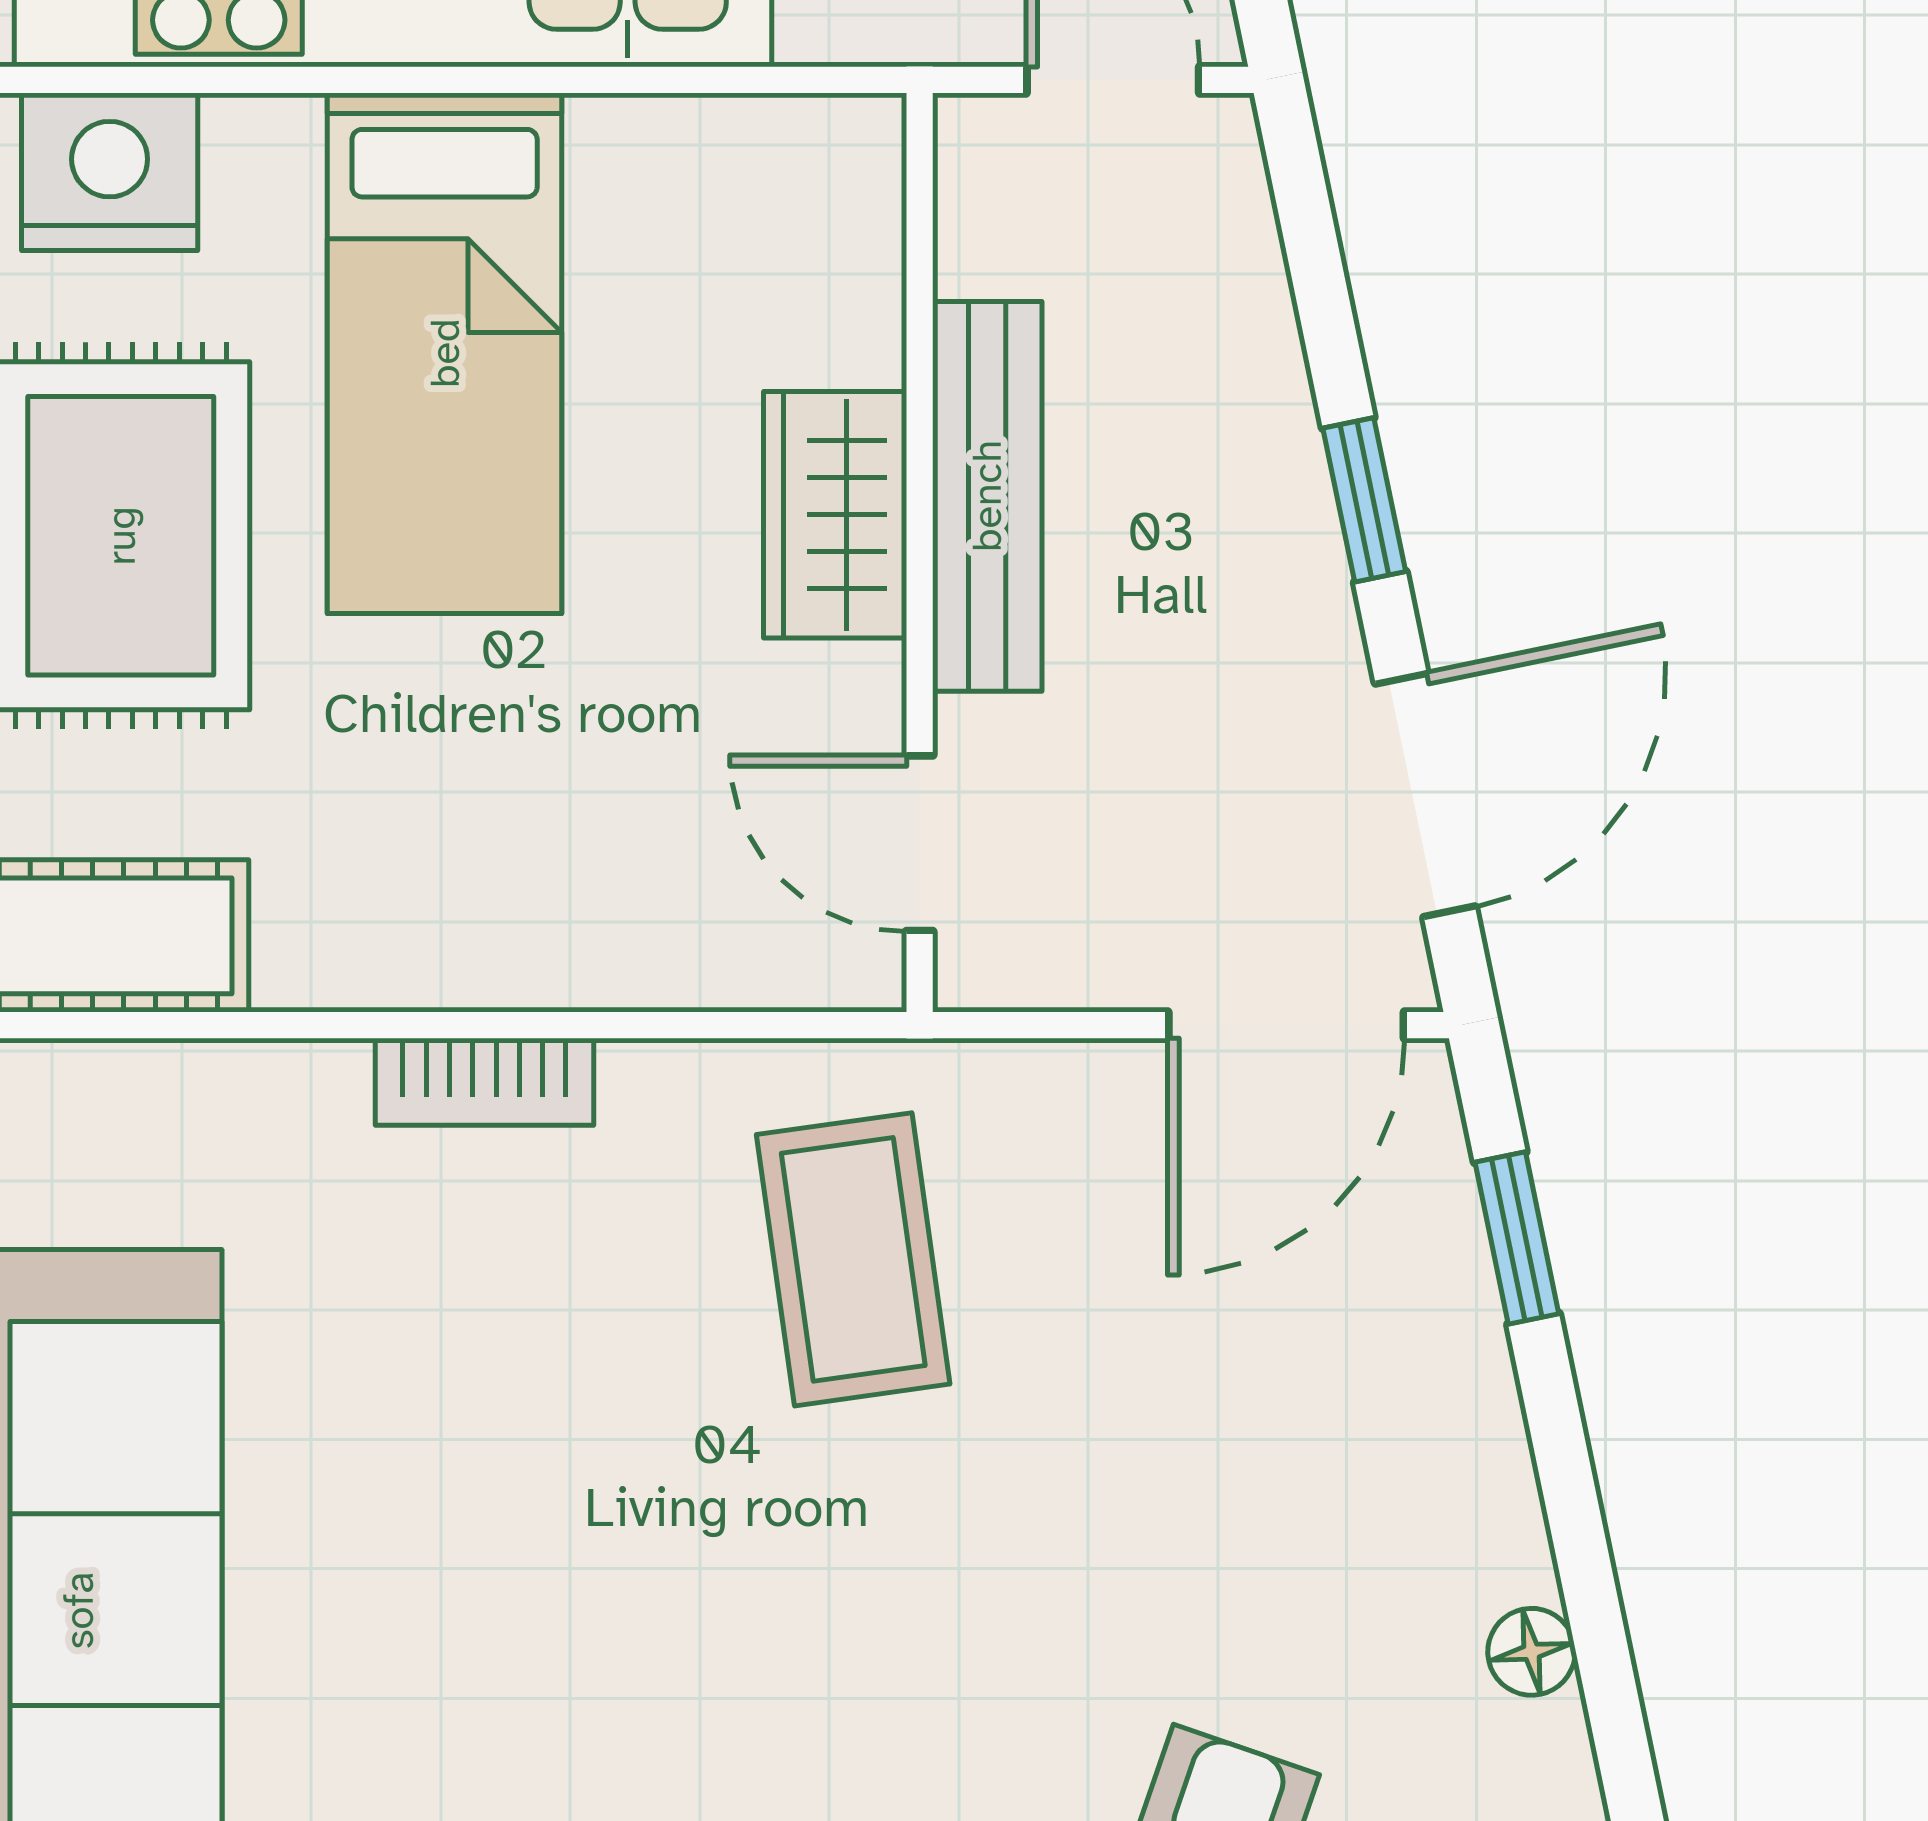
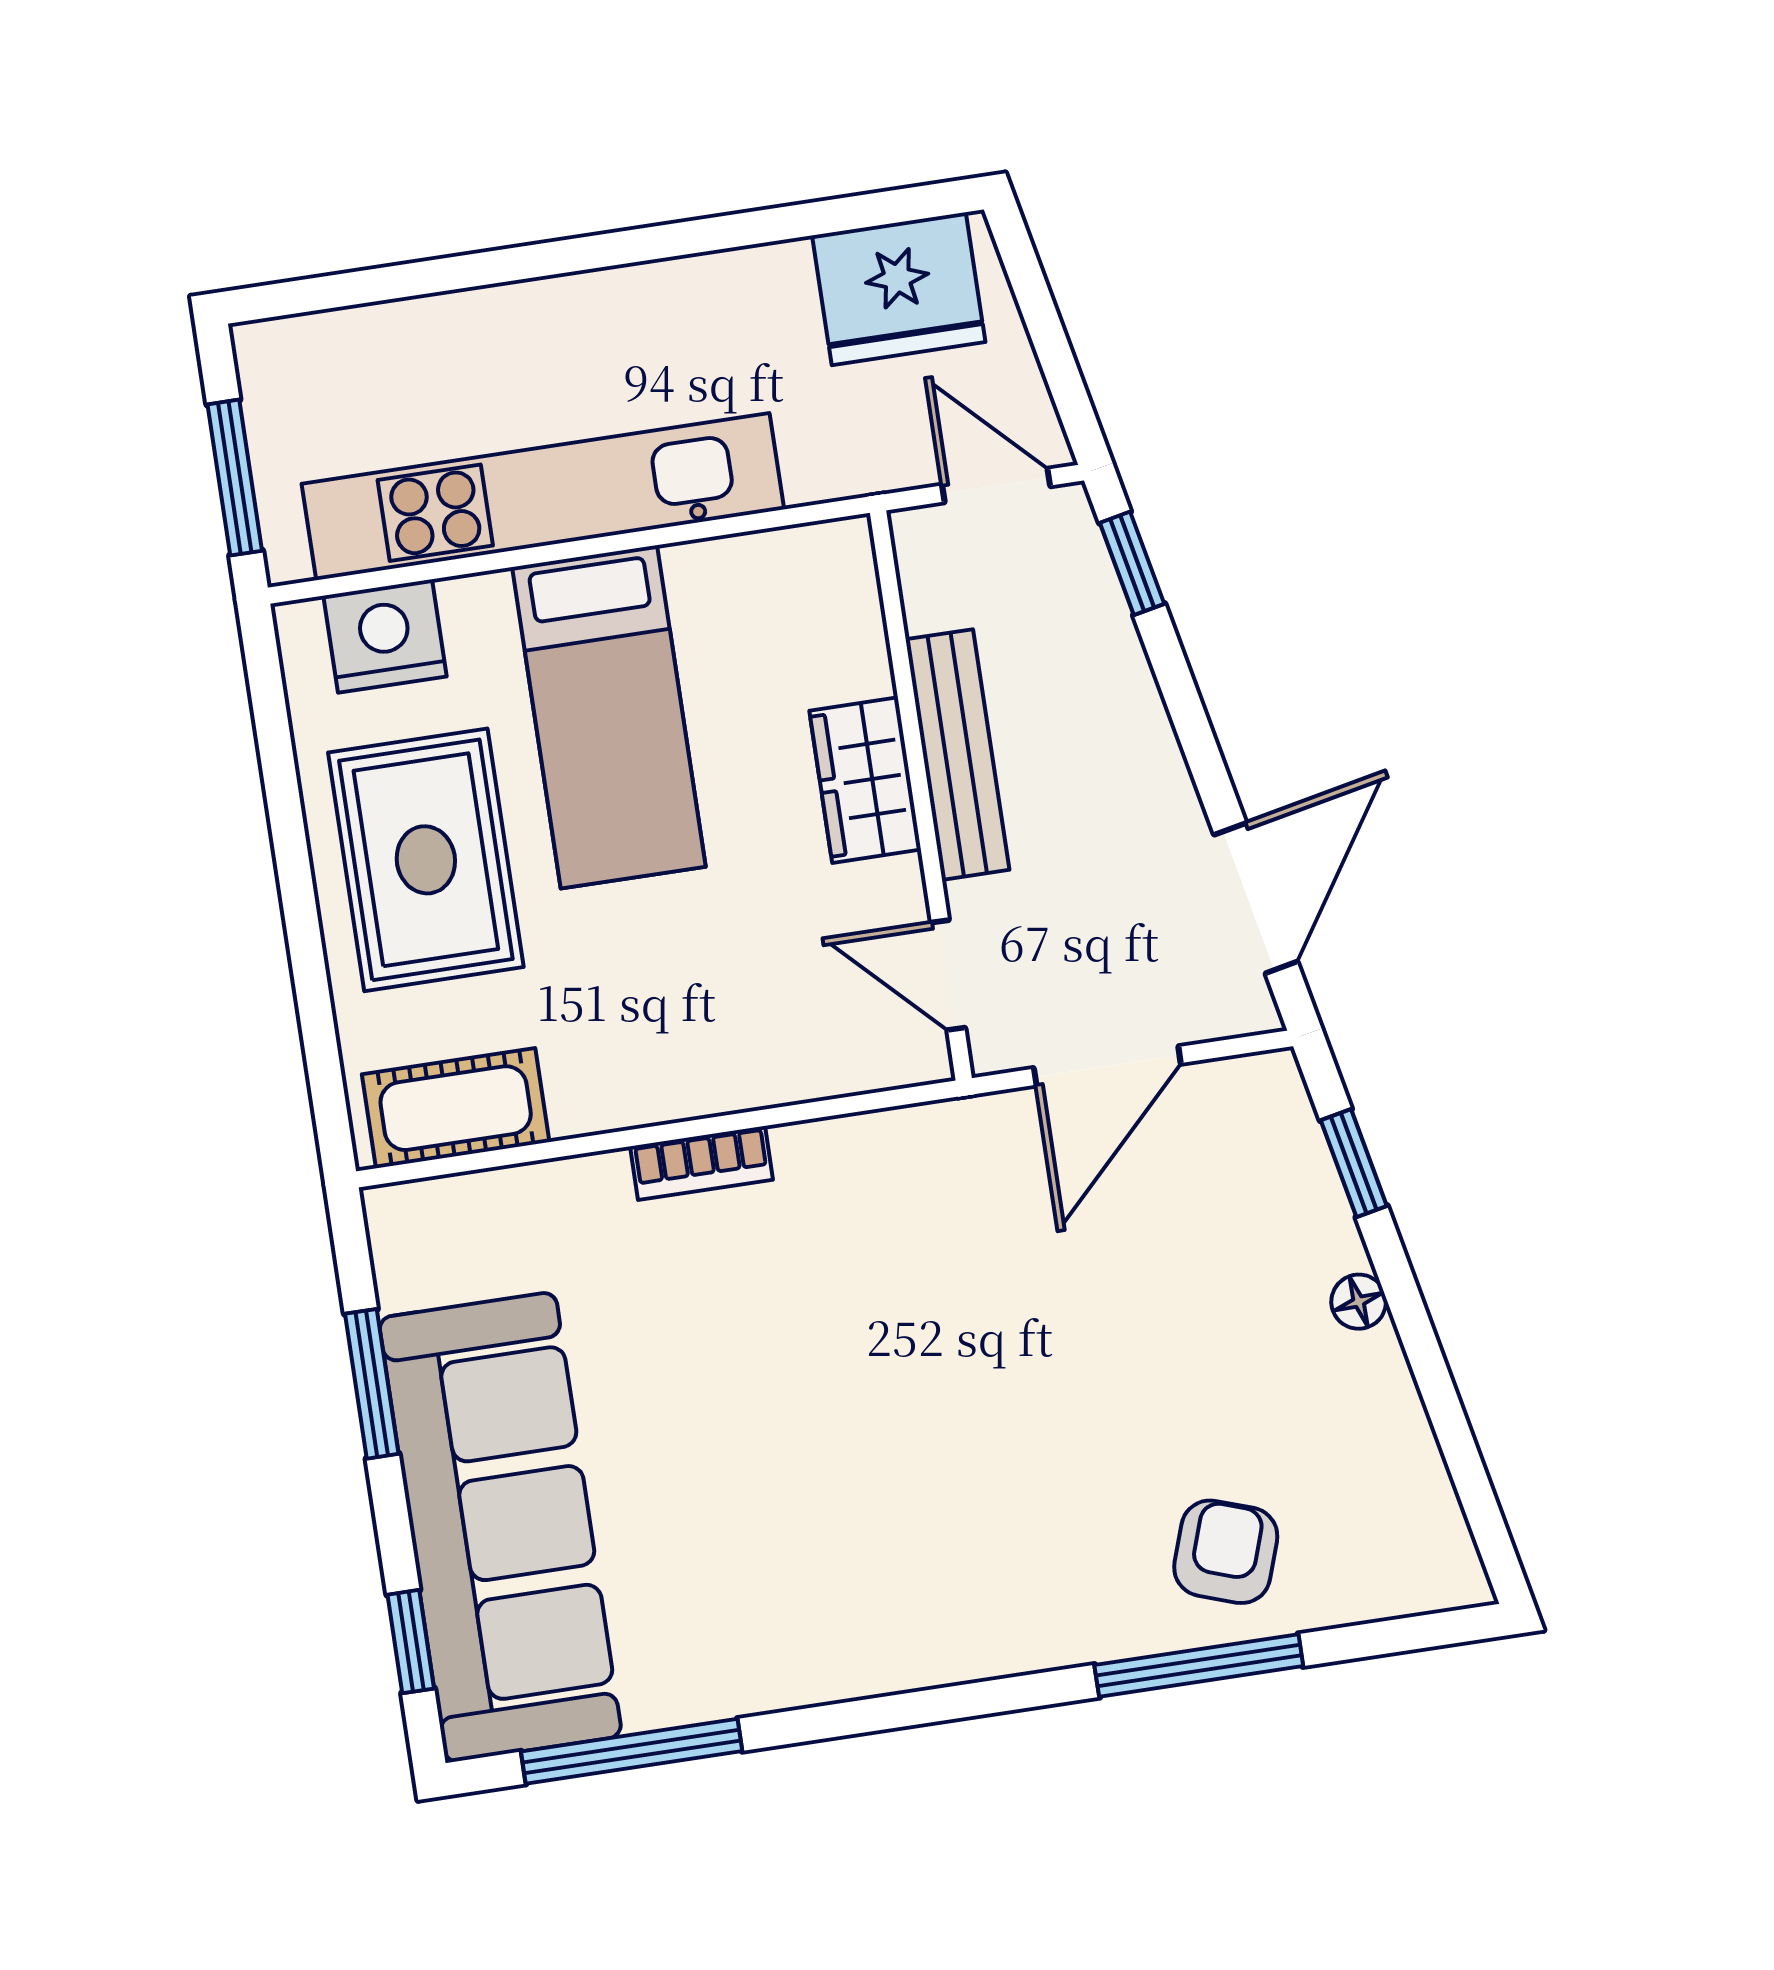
window: (1364, 500) -> (1132, 563), moved
door: (1286, 1025) -> (1107, 1066), moved
coffee table: (853, 1259) -> (946, 1238), removed
floor lamp: (1531, 1652) -> (1359, 1302), moved

